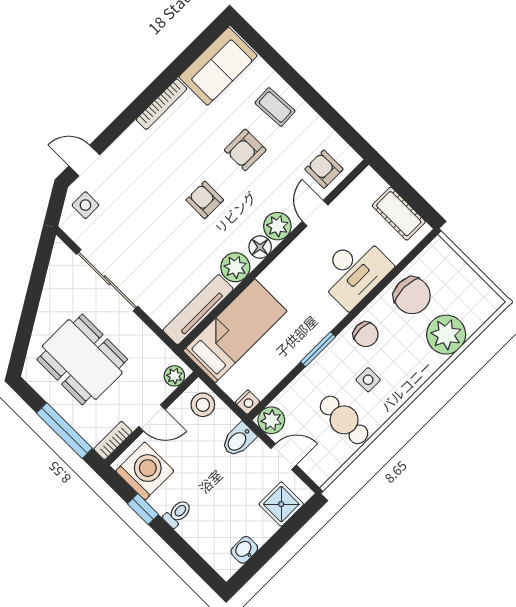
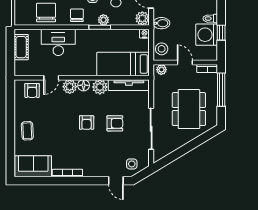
armchair: (245, 150) -> (115, 123), moved
plant: (323, 365) -> (103, 20), added
washing machine: (145, 471) -> (207, 35), moved

